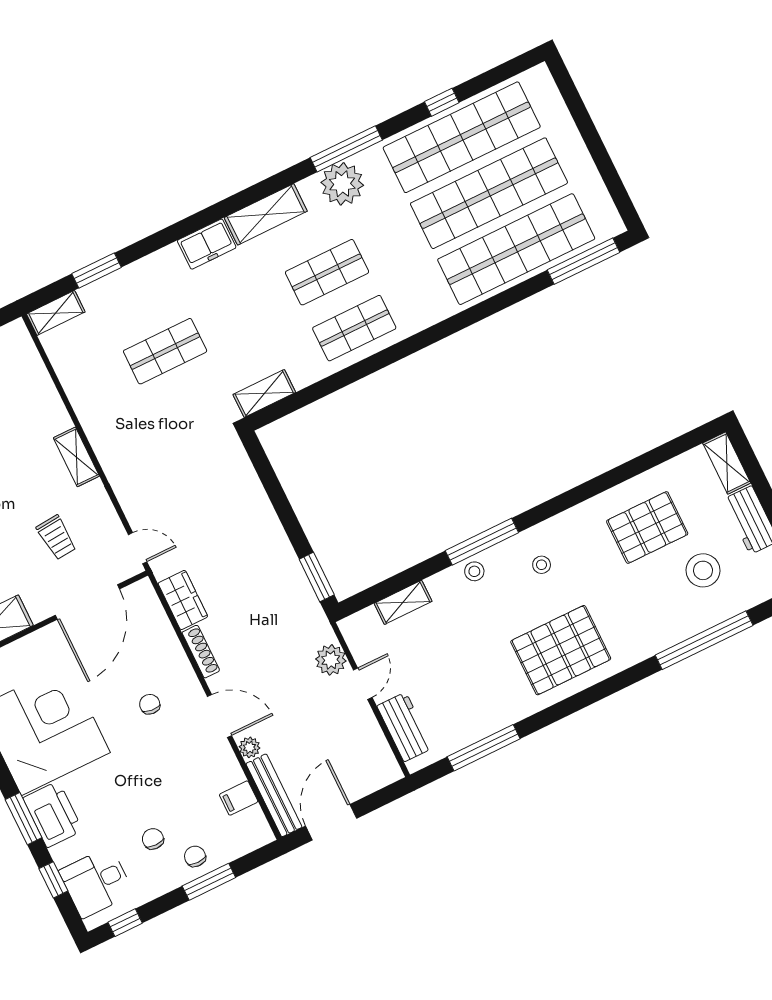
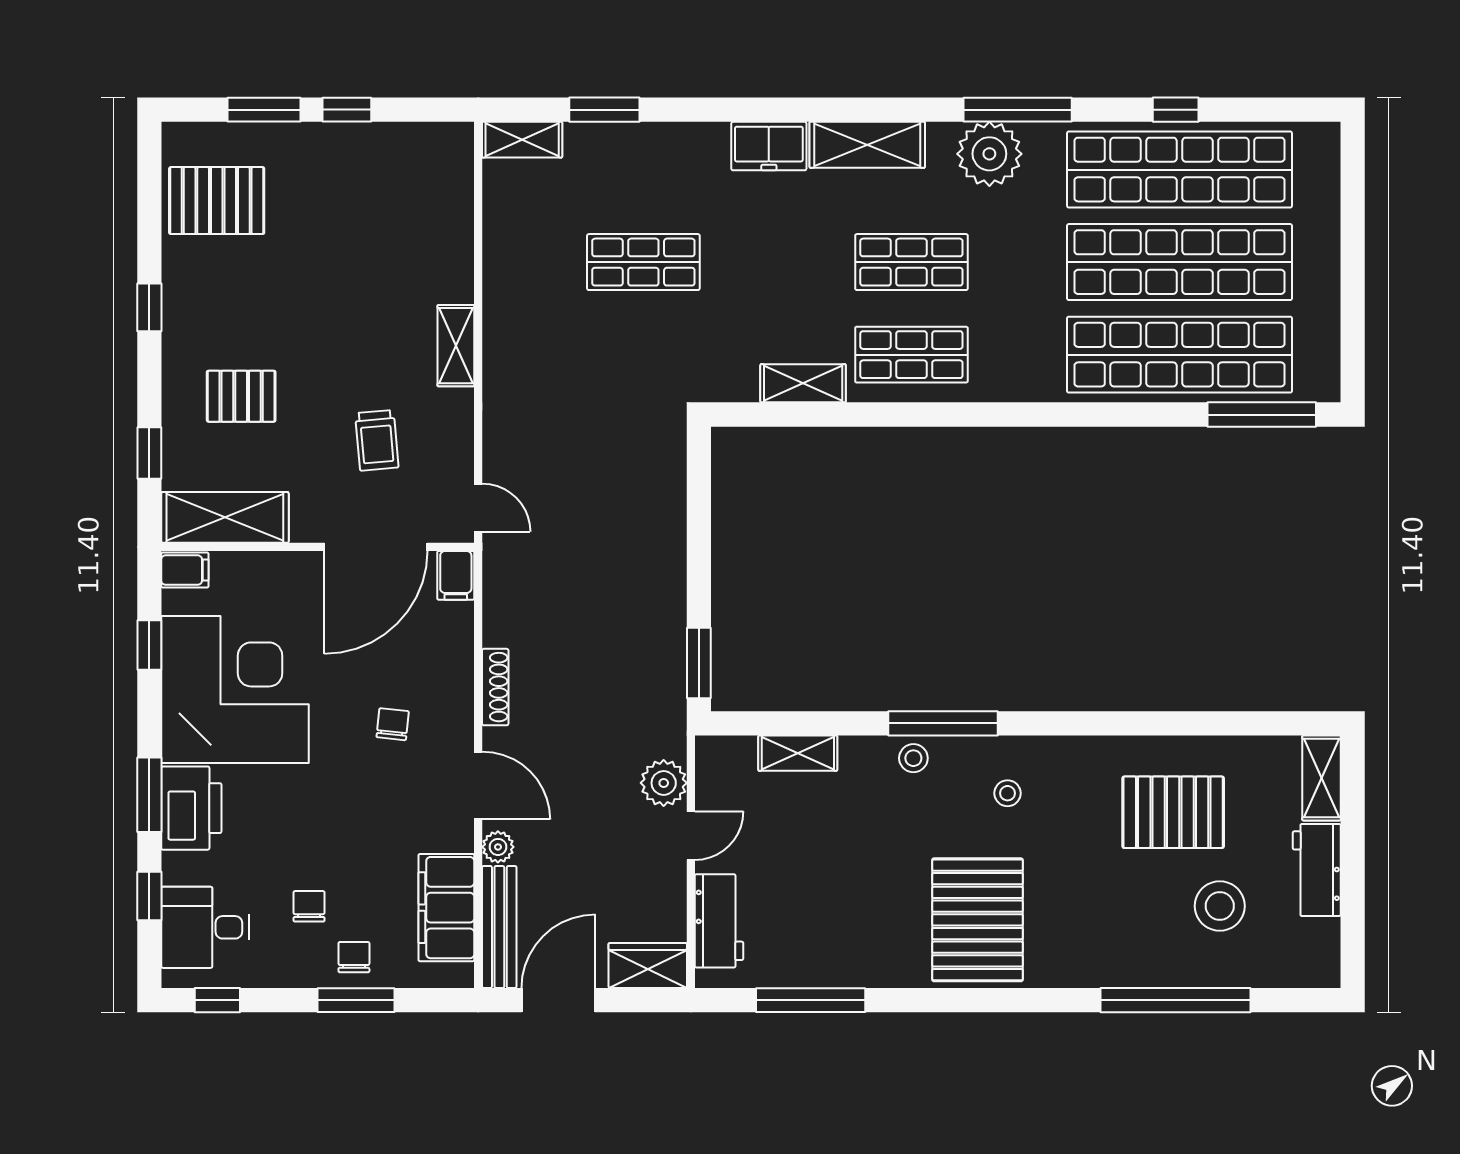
shelving: (264, 393) -> (803, 383), moved
filing cabinet: (144, 596) -> (456, 575), added
wardrobe: (183, 600) -> (648, 965), moved, turned -90
pallet: (561, 650) -> (977, 920), turned 90
filing cabinet: (239, 798) -> (446, 908), width x3.00, depth x1.17

